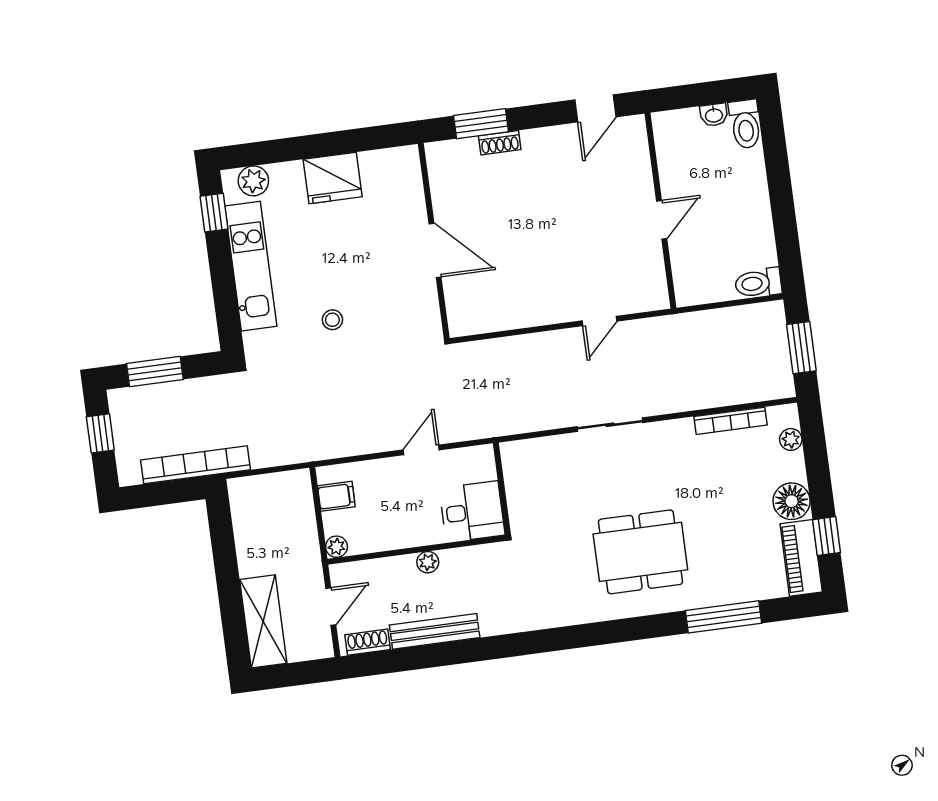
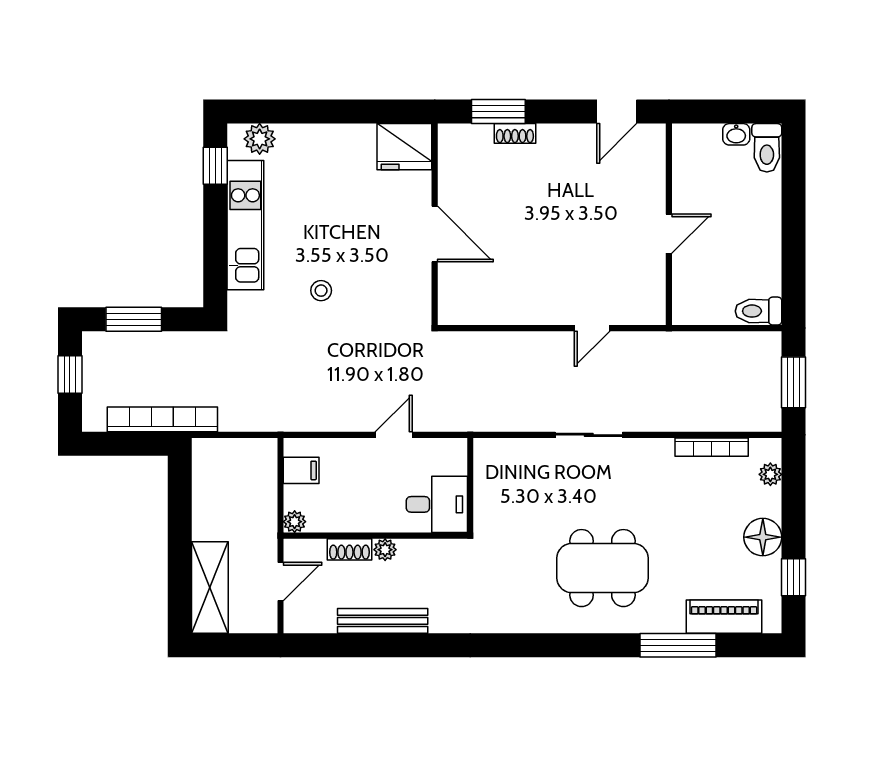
fridge: (333, 178) -> (404, 147), moved
piano: (801, 558) -> (724, 617), moved, turned 90
shoe rack: (368, 642) -> (349, 549), moved, turned 180

